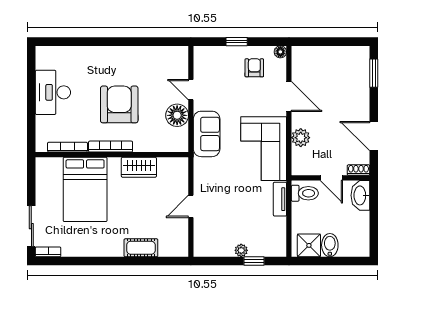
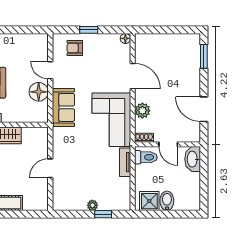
armchair: (254, 68) -> (75, 48), moved, turned -90
shoe rack: (358, 170) -> (144, 138), moved

